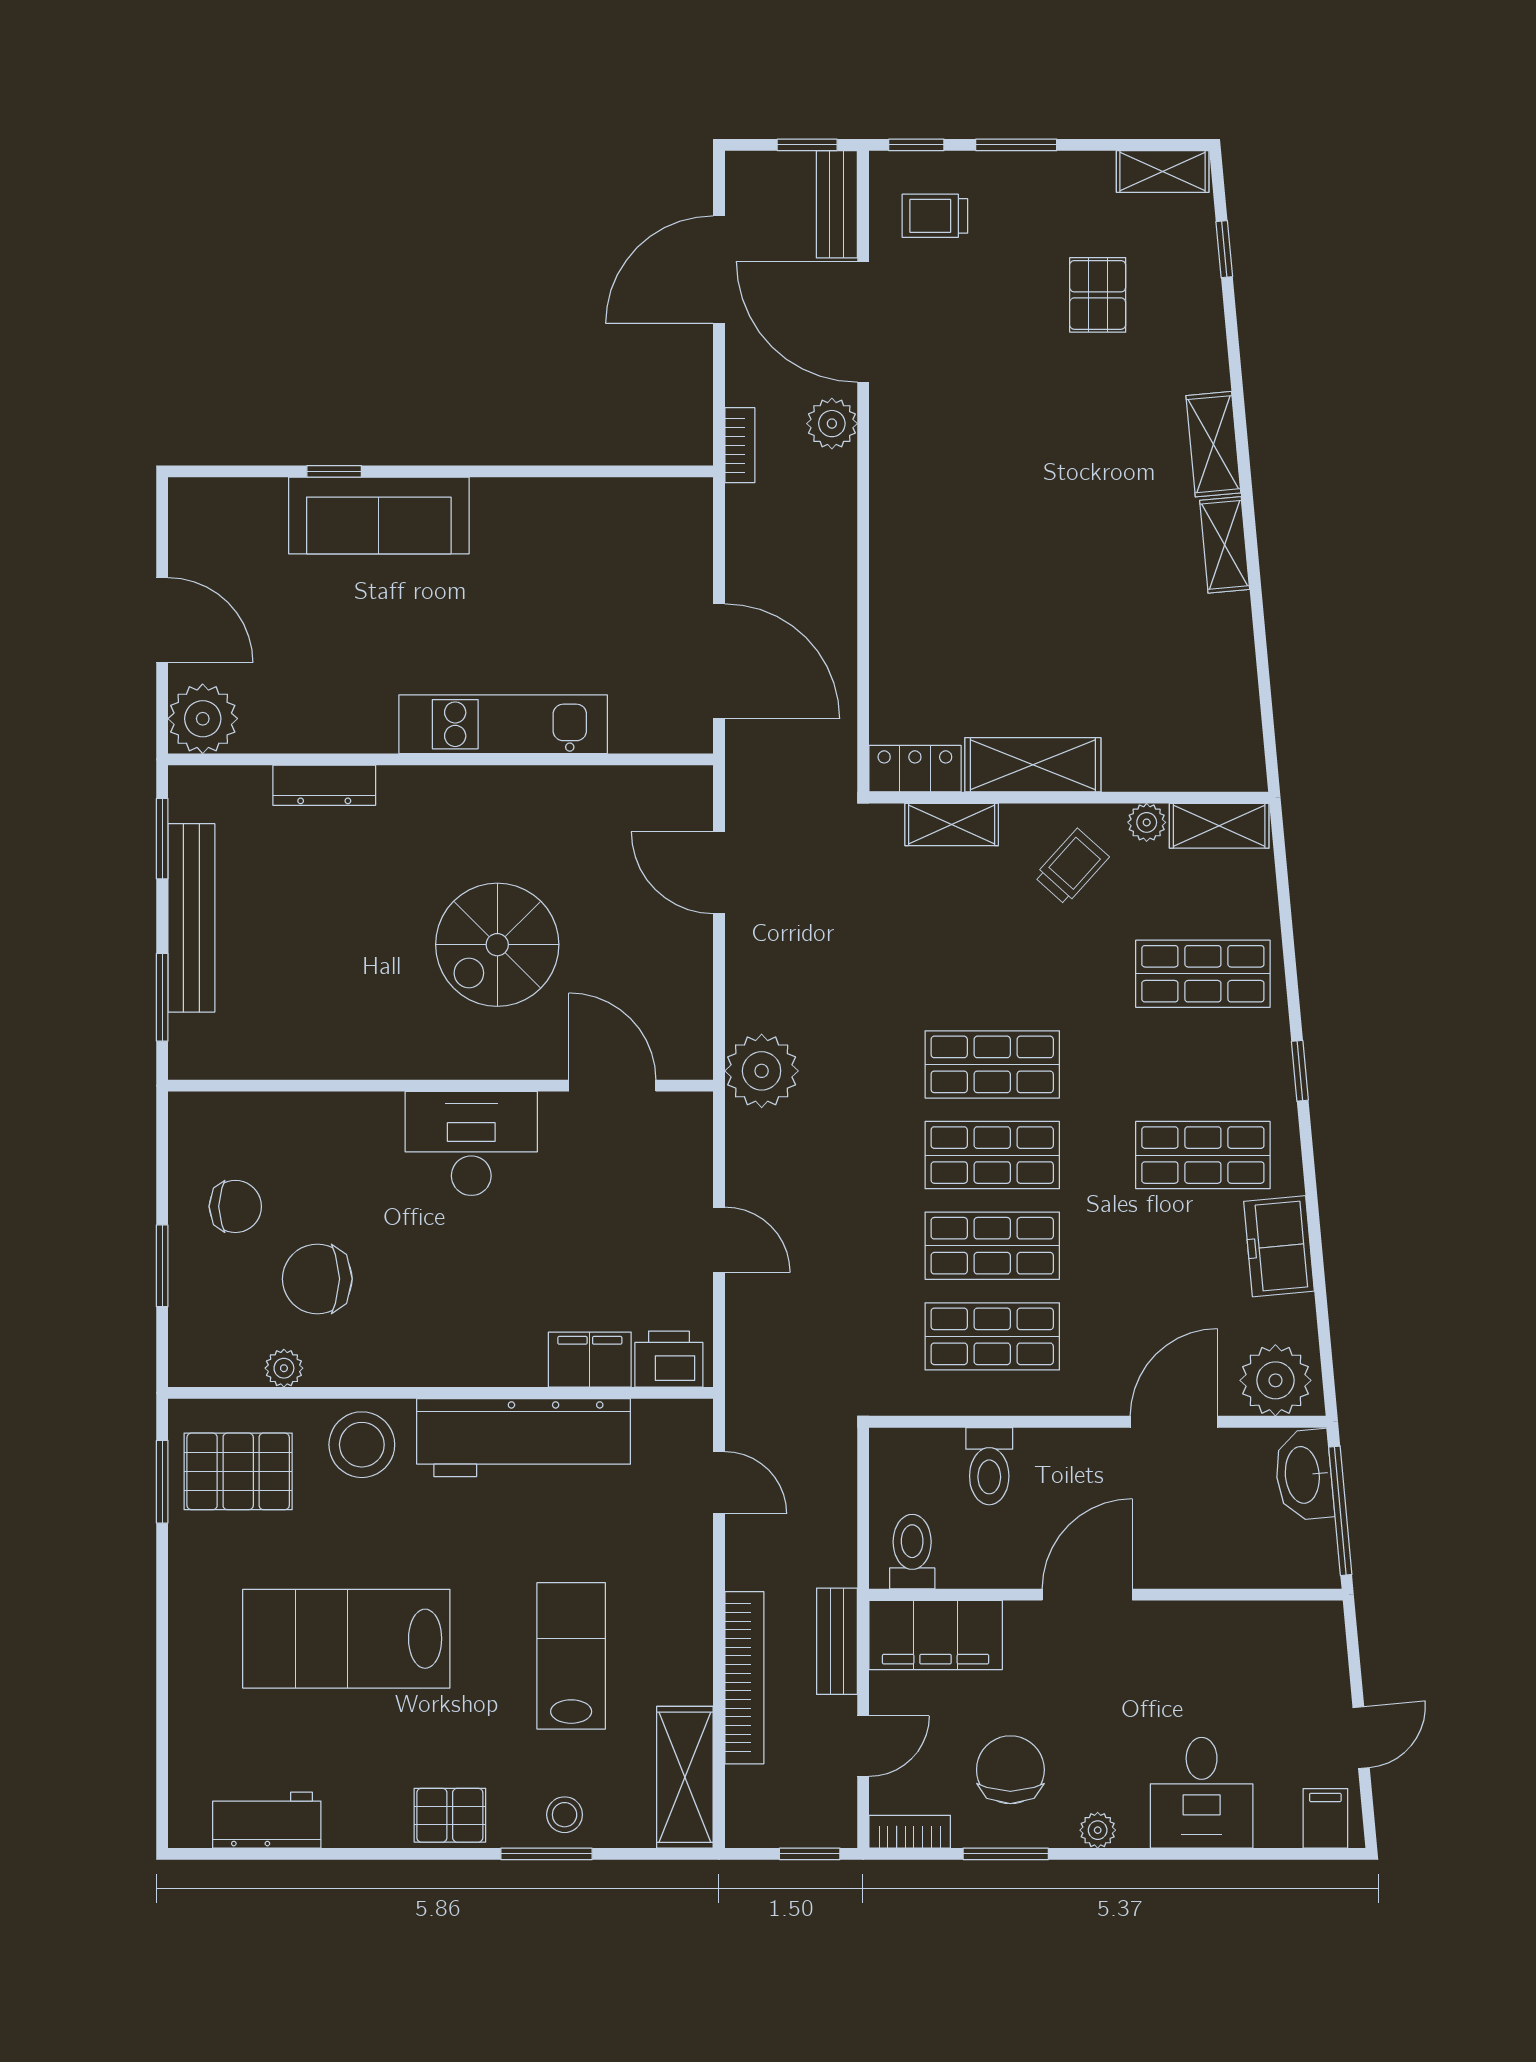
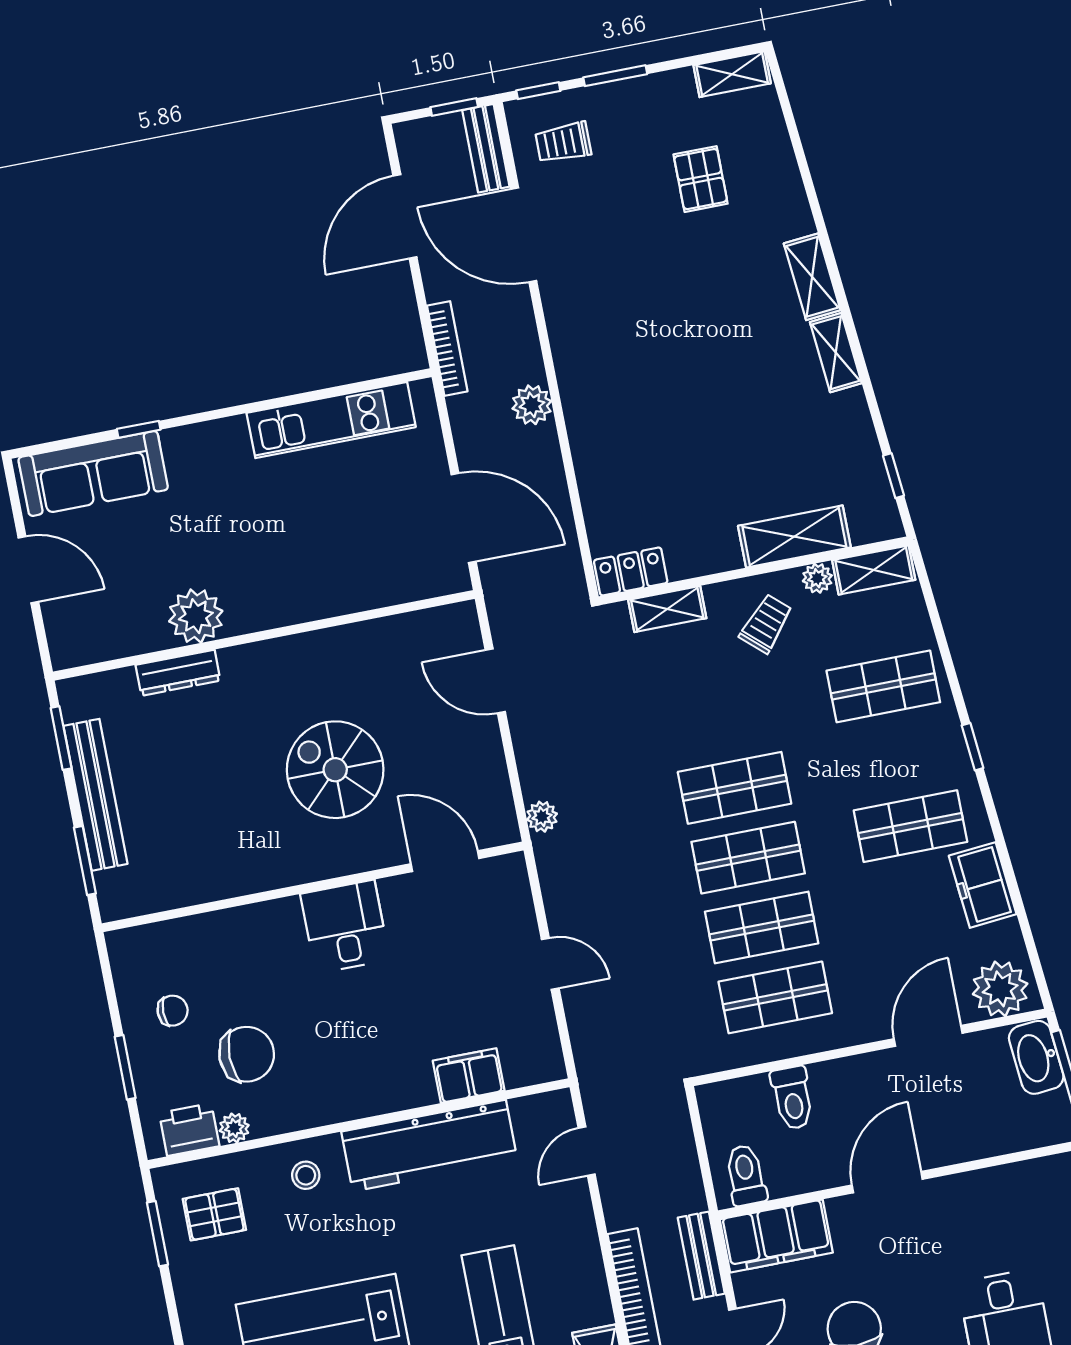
window: (1224, 249) -> (893, 476), moved
plant: (832, 424) -> (532, 405), moved
bookcase: (740, 445) -> (447, 348), width x1.56
sofa: (379, 515) -> (93, 473), moved
plant: (203, 719) -> (196, 616), moved
kitchen unit: (503, 724) -> (331, 420), moved, turned 180
shelving: (1033, 765) -> (794, 537), moved
spiral stairs: (497, 945) -> (335, 770), turned 90
plant: (762, 1071) -> (542, 817), width x0.53, depth x0.53
desk: (471, 1143) -> (345, 927), width x0.73
chair: (235, 1206) -> (173, 1011), width x0.73, depth x0.73
chair: (317, 1279) -> (247, 1054), turned 180
printer: (669, 1359) -> (189, 1130), moved
stool: (362, 1445) -> (306, 1175), width x0.53, depth x0.53
pallet: (238, 1471) -> (214, 1214), width x0.67, depth x0.71
door: (719, 1483) -> (587, 1151), swing flipped

